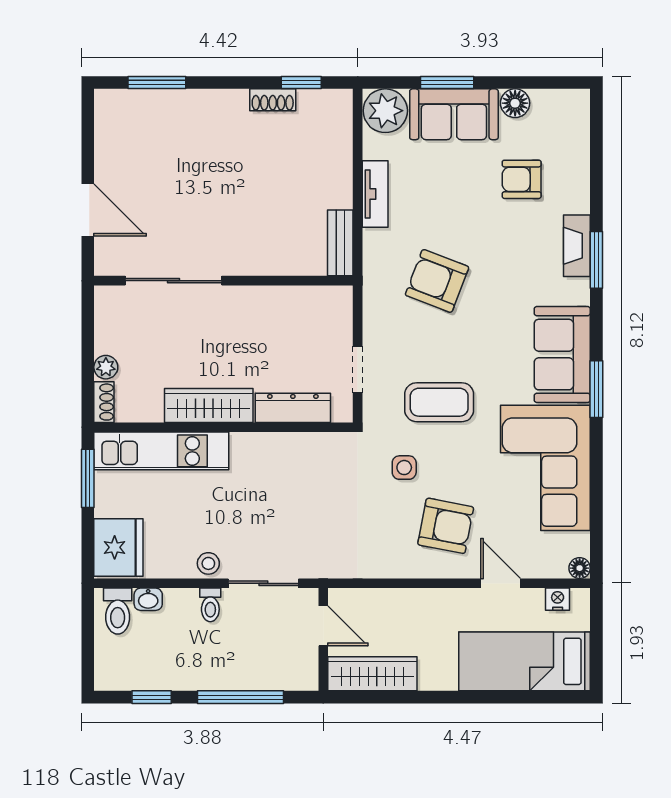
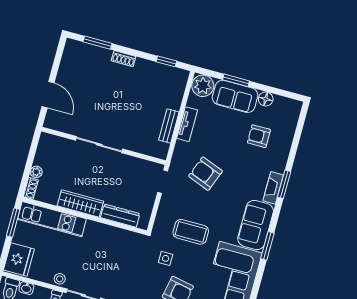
shoe rack: (273, 100) -> (124, 59), moved
bench: (340, 243) -> (169, 126), moved
fireplace: (577, 246) -> (273, 188), moved
sliding door: (174, 281) -> (99, 145), moved
doorway: (358, 370) -> (163, 182), moved

